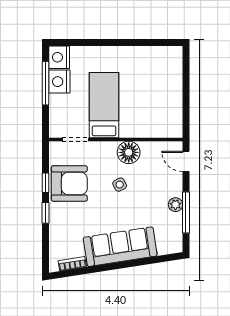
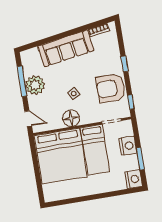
nightstand: (59, 82) -> (128, 146), moved
window: (46, 83) -> (140, 159), width x0.69
bed: (151, 104) -> (61, 156), added
window: (46, 183) -> (131, 102), moved
plant: (175, 205) -> (35, 85), width x1.87, depth x1.87

